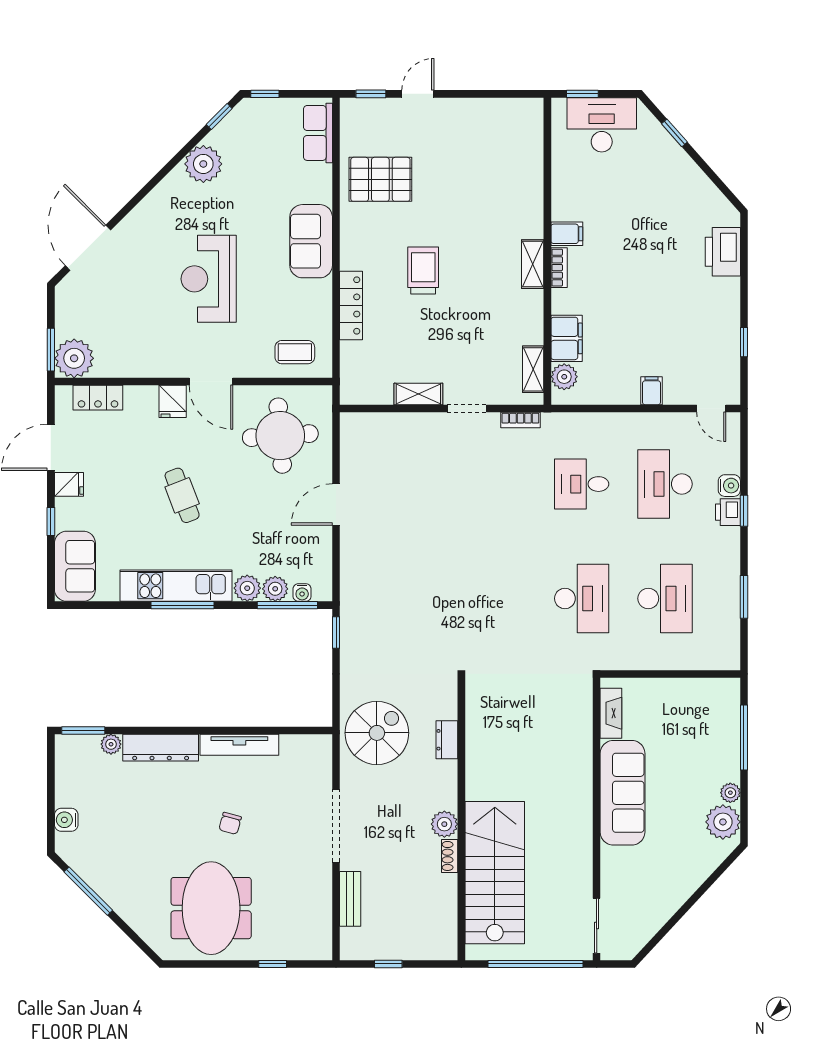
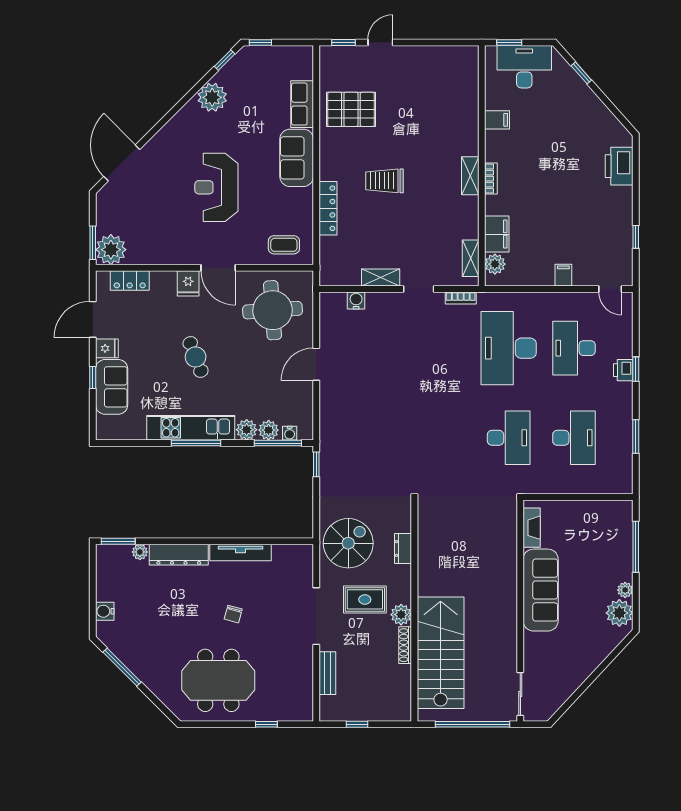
row of seats: (318, 133) -> (302, 104), moved
filing cabinet: (567, 234) -> (497, 120), moved
trolley: (423, 271) -> (384, 181), turned -90
desk: (582, 484) -> (509, 348), width x1.87, depth x1.30
water cooler: (729, 486) -> (356, 300), moved, turned -90
sofa: (75, 566) -> (112, 387), moved
rug: (398, 805) -> (365, 599), added
shoe rack: (450, 856) -> (405, 645), width x1.43
meeting table: (211, 908) -> (218, 680), turned 90

